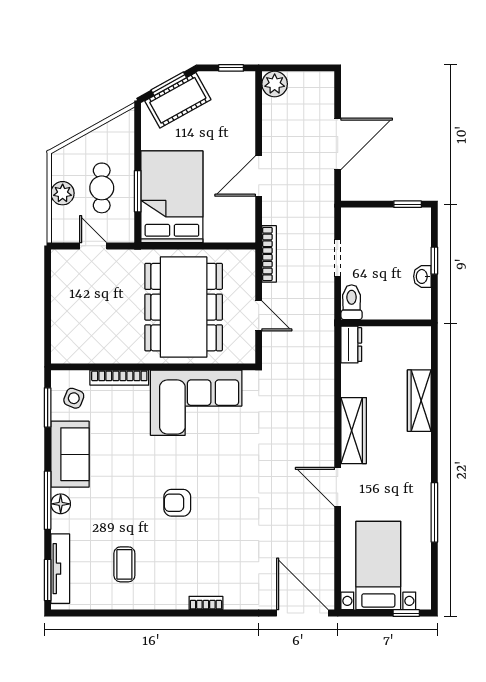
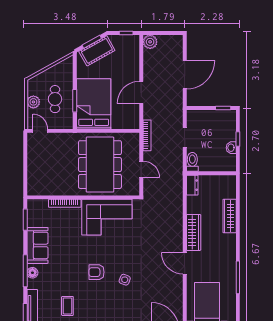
door: (93, 246) -> (40, 131), moved
side table: (74, 398) -> (125, 280), moved

